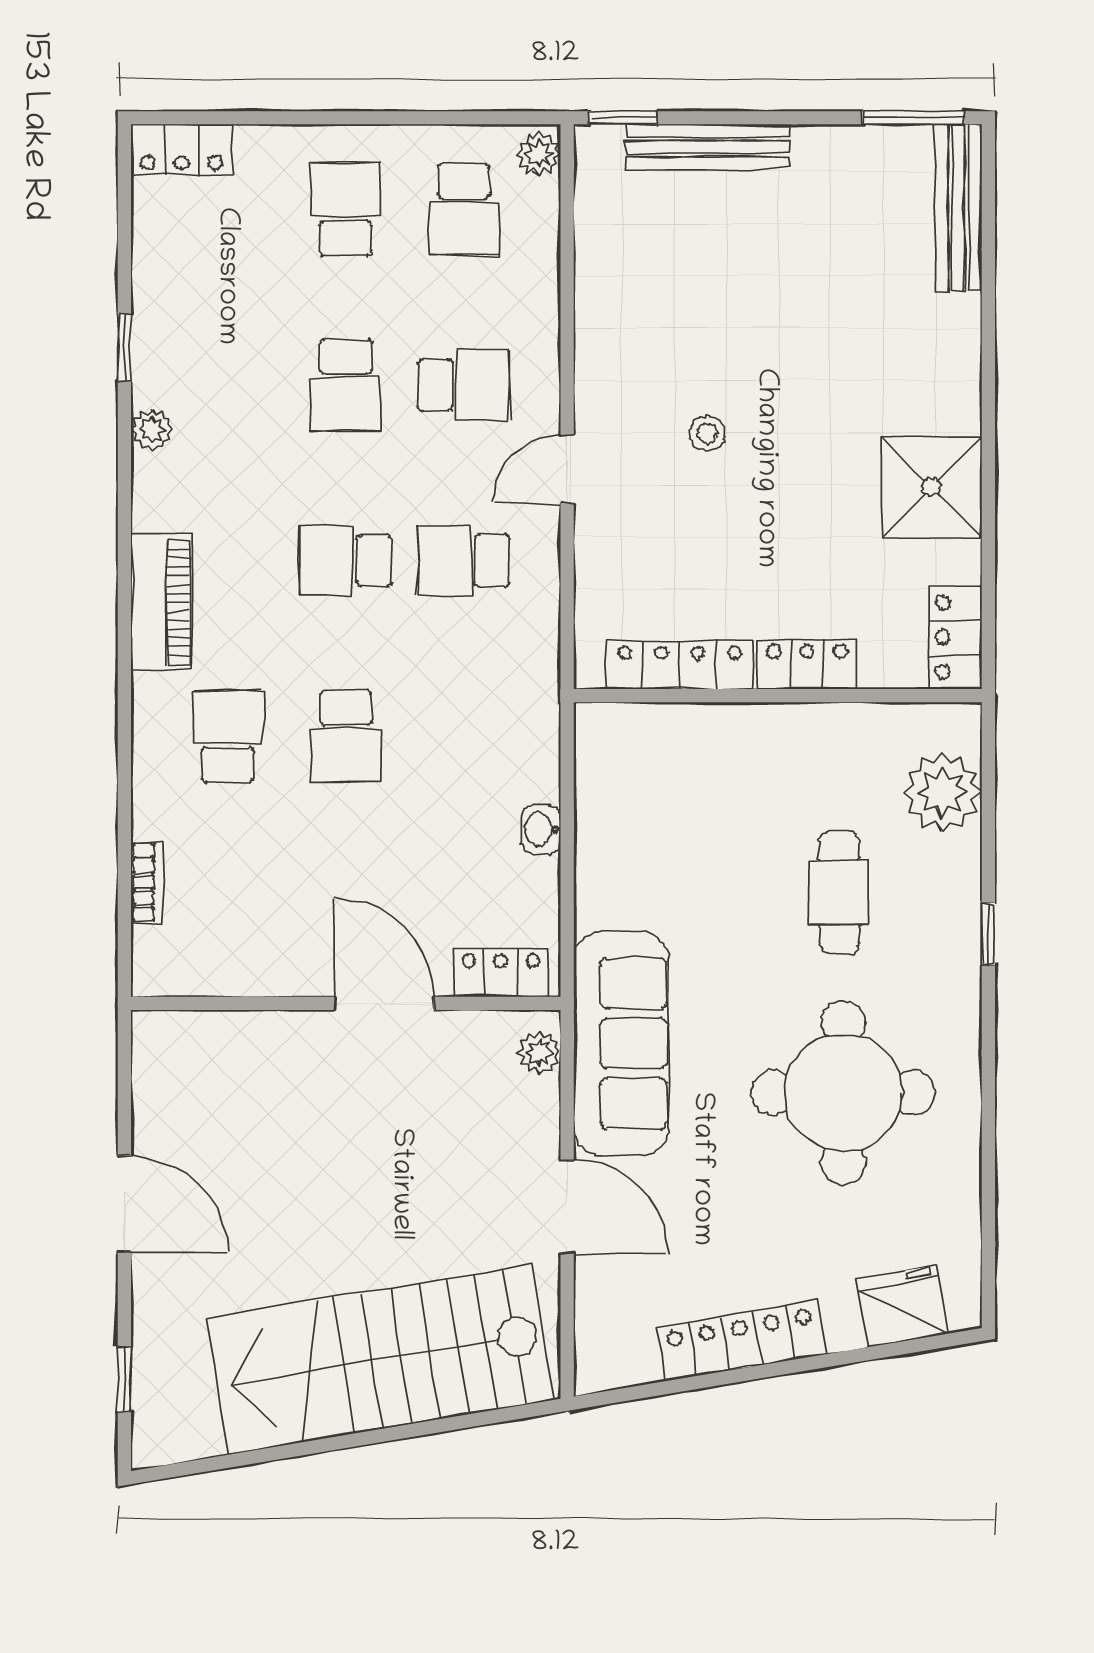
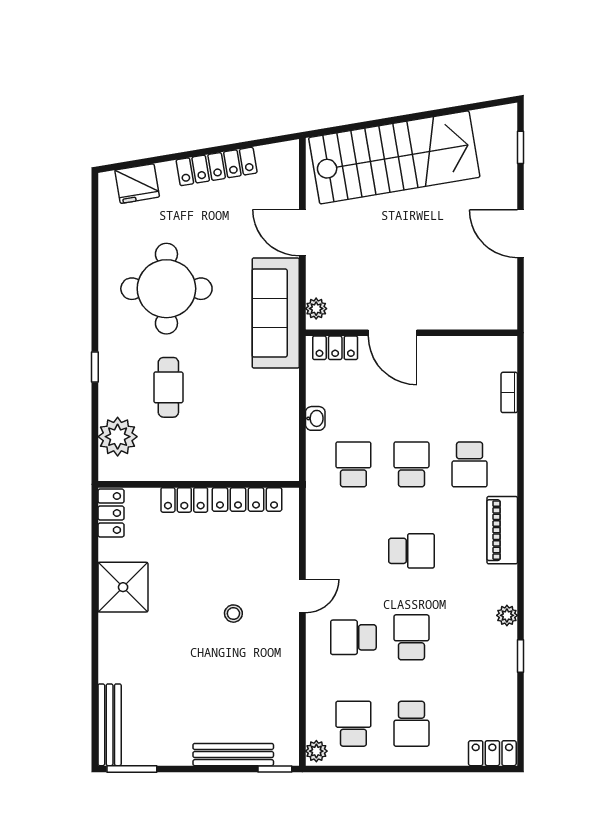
school desk: (464, 561) -> (353, 464), moved, turned -90

